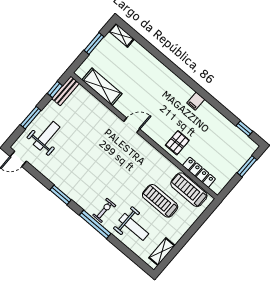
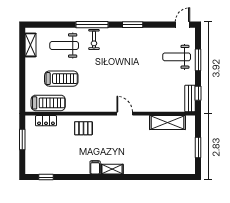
shelving: (122, 35) -> (112, 169), moved
door: (132, 125) -> (125, 114), swing flipped
weight bench: (47, 136) -> (177, 57), turned 90
pallet: (177, 143) -> (83, 128), turned 90
window: (247, 166) -> (22, 140), moved
locker: (199, 172) -> (46, 121), width x0.66

